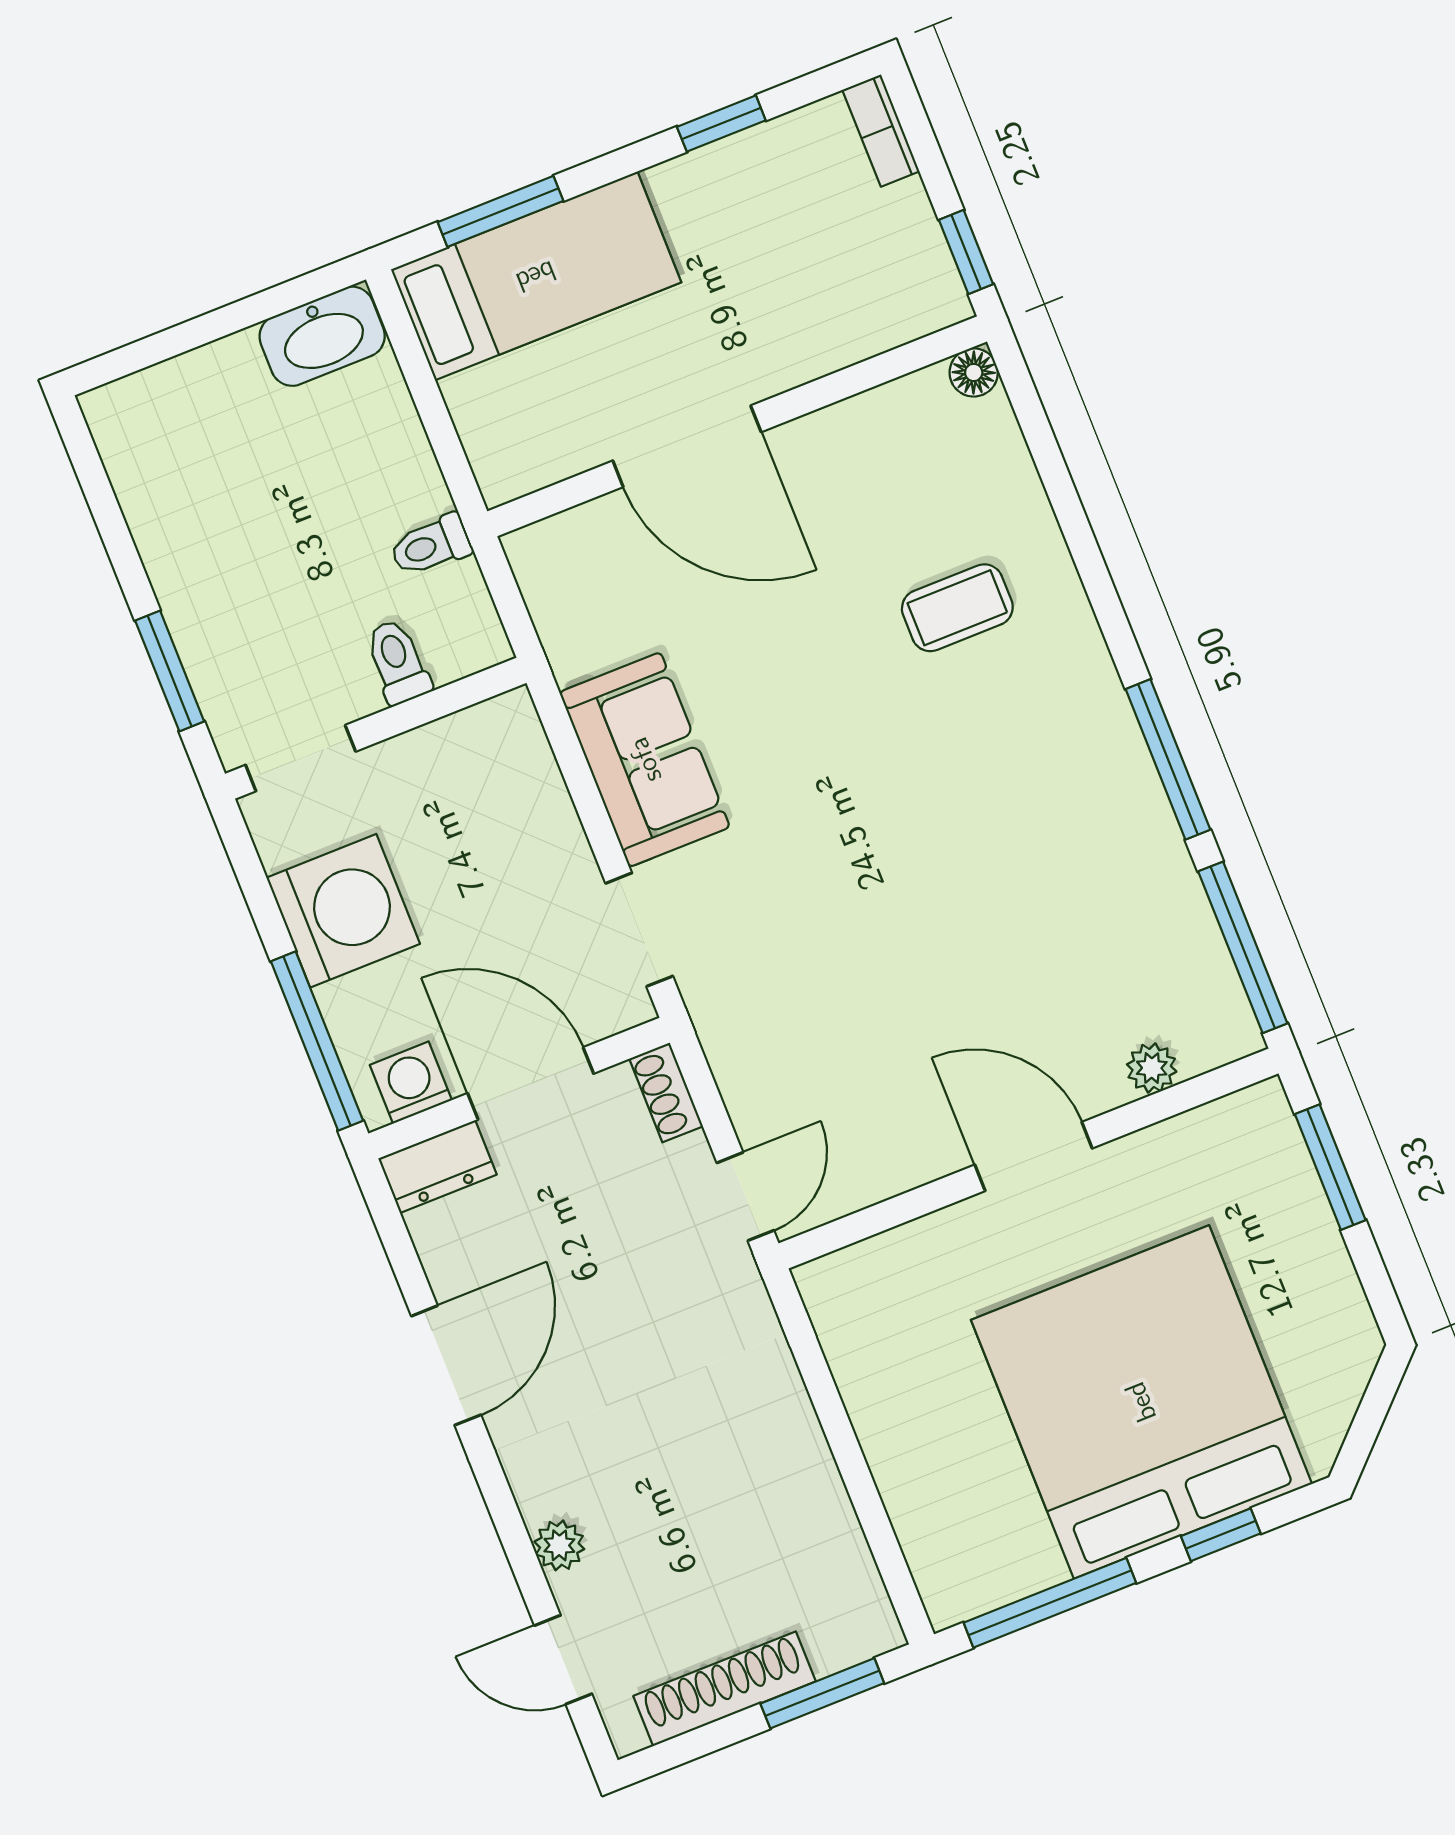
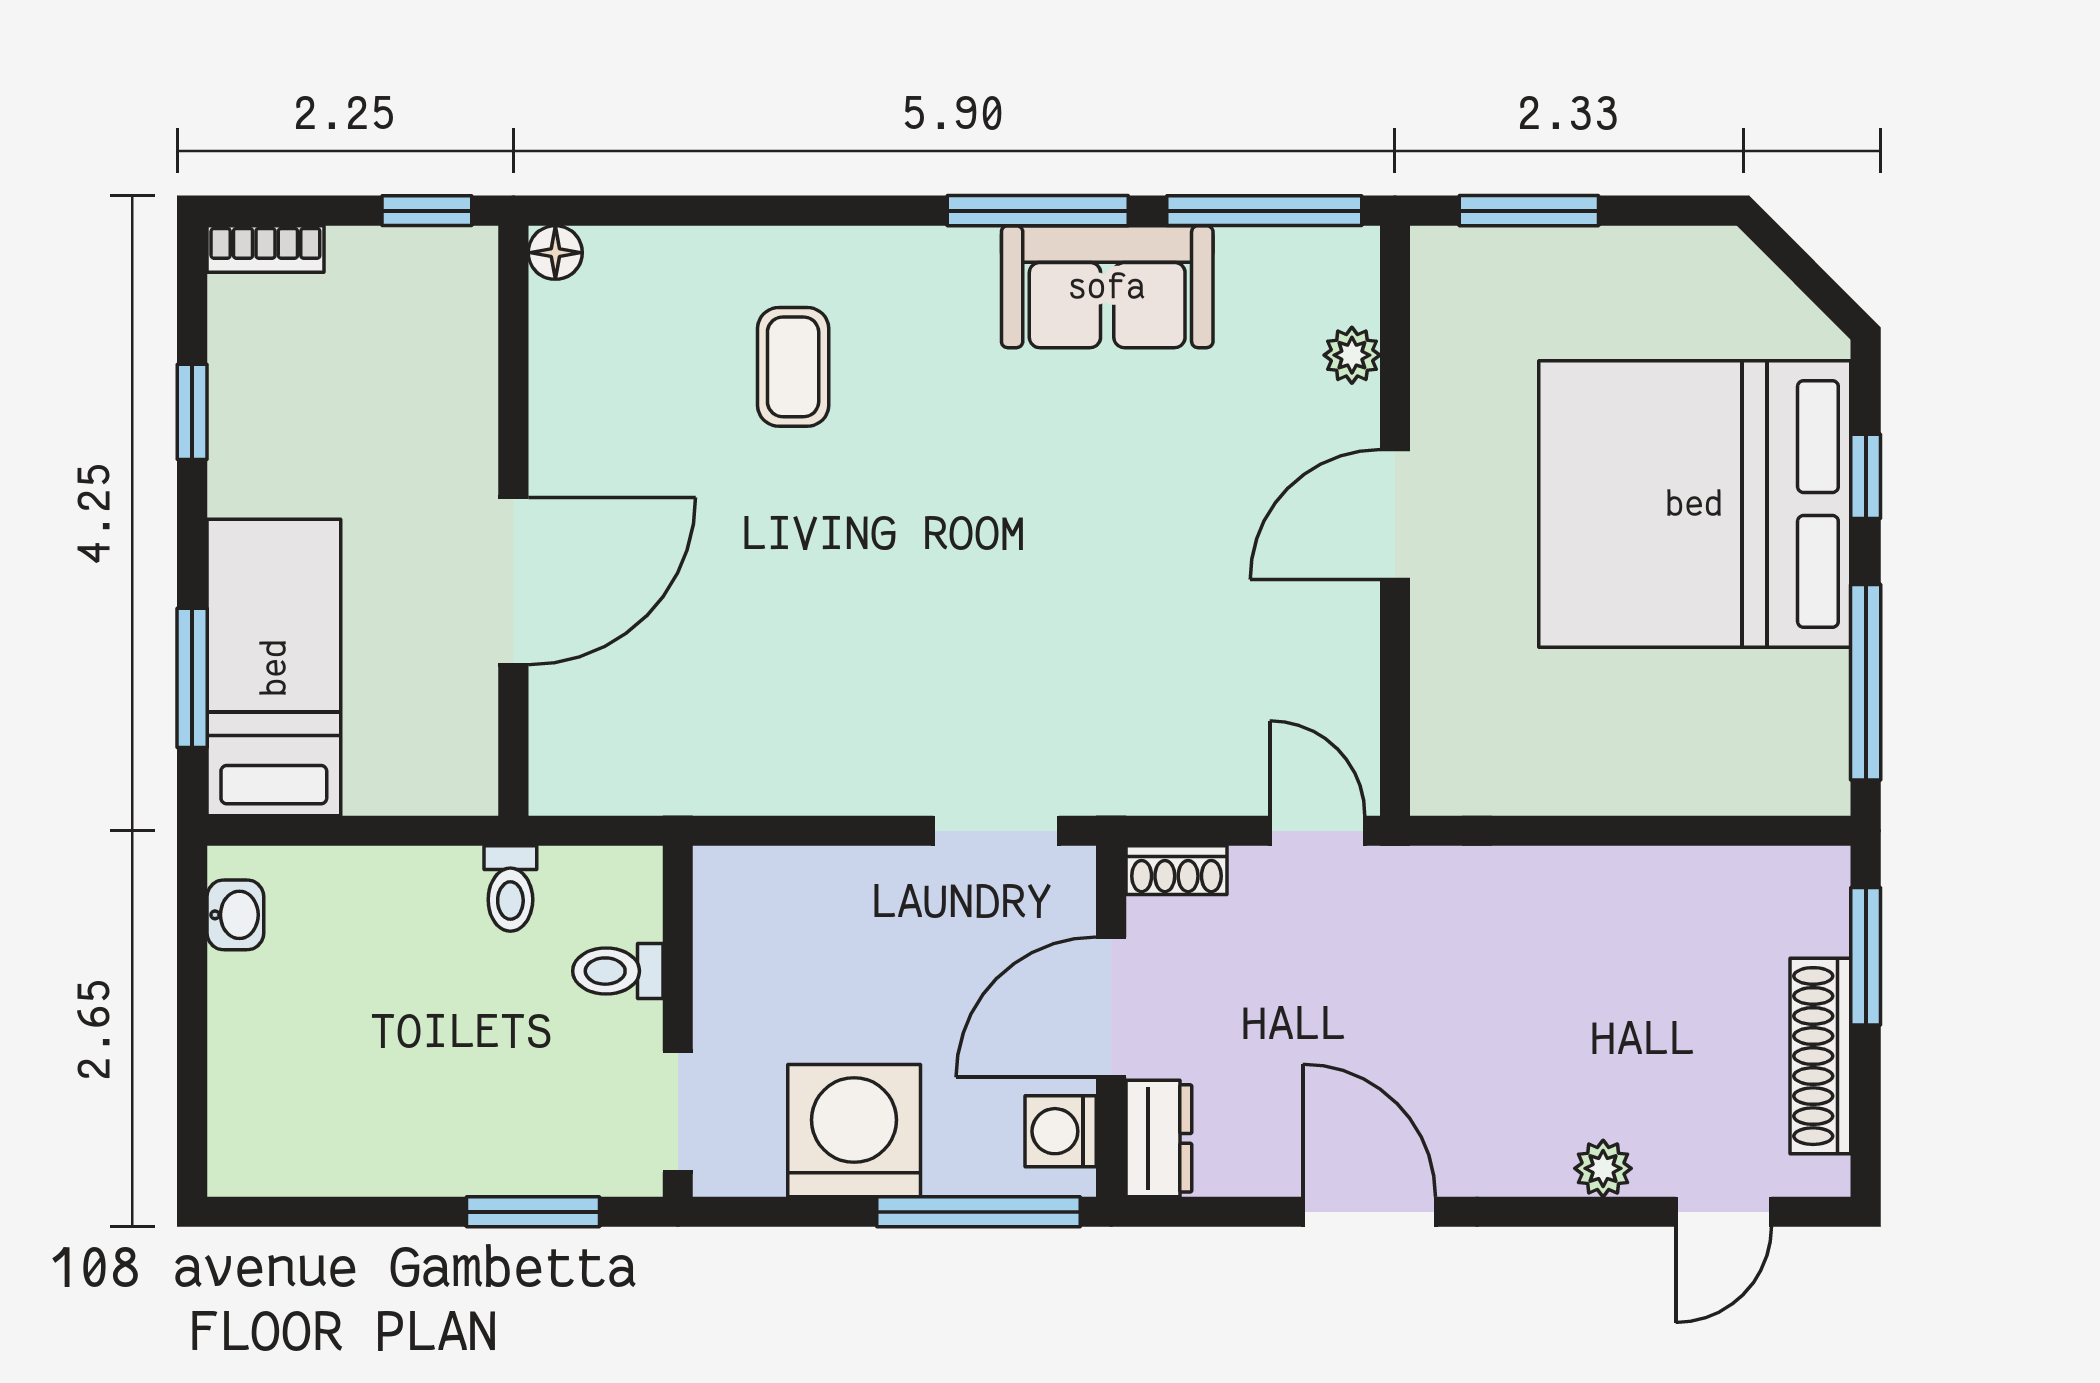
washbasin: (322, 336) -> (235, 915), width x0.52, depth x0.69
sofa: (645, 760) -> (1107, 287), moved, turned 180

